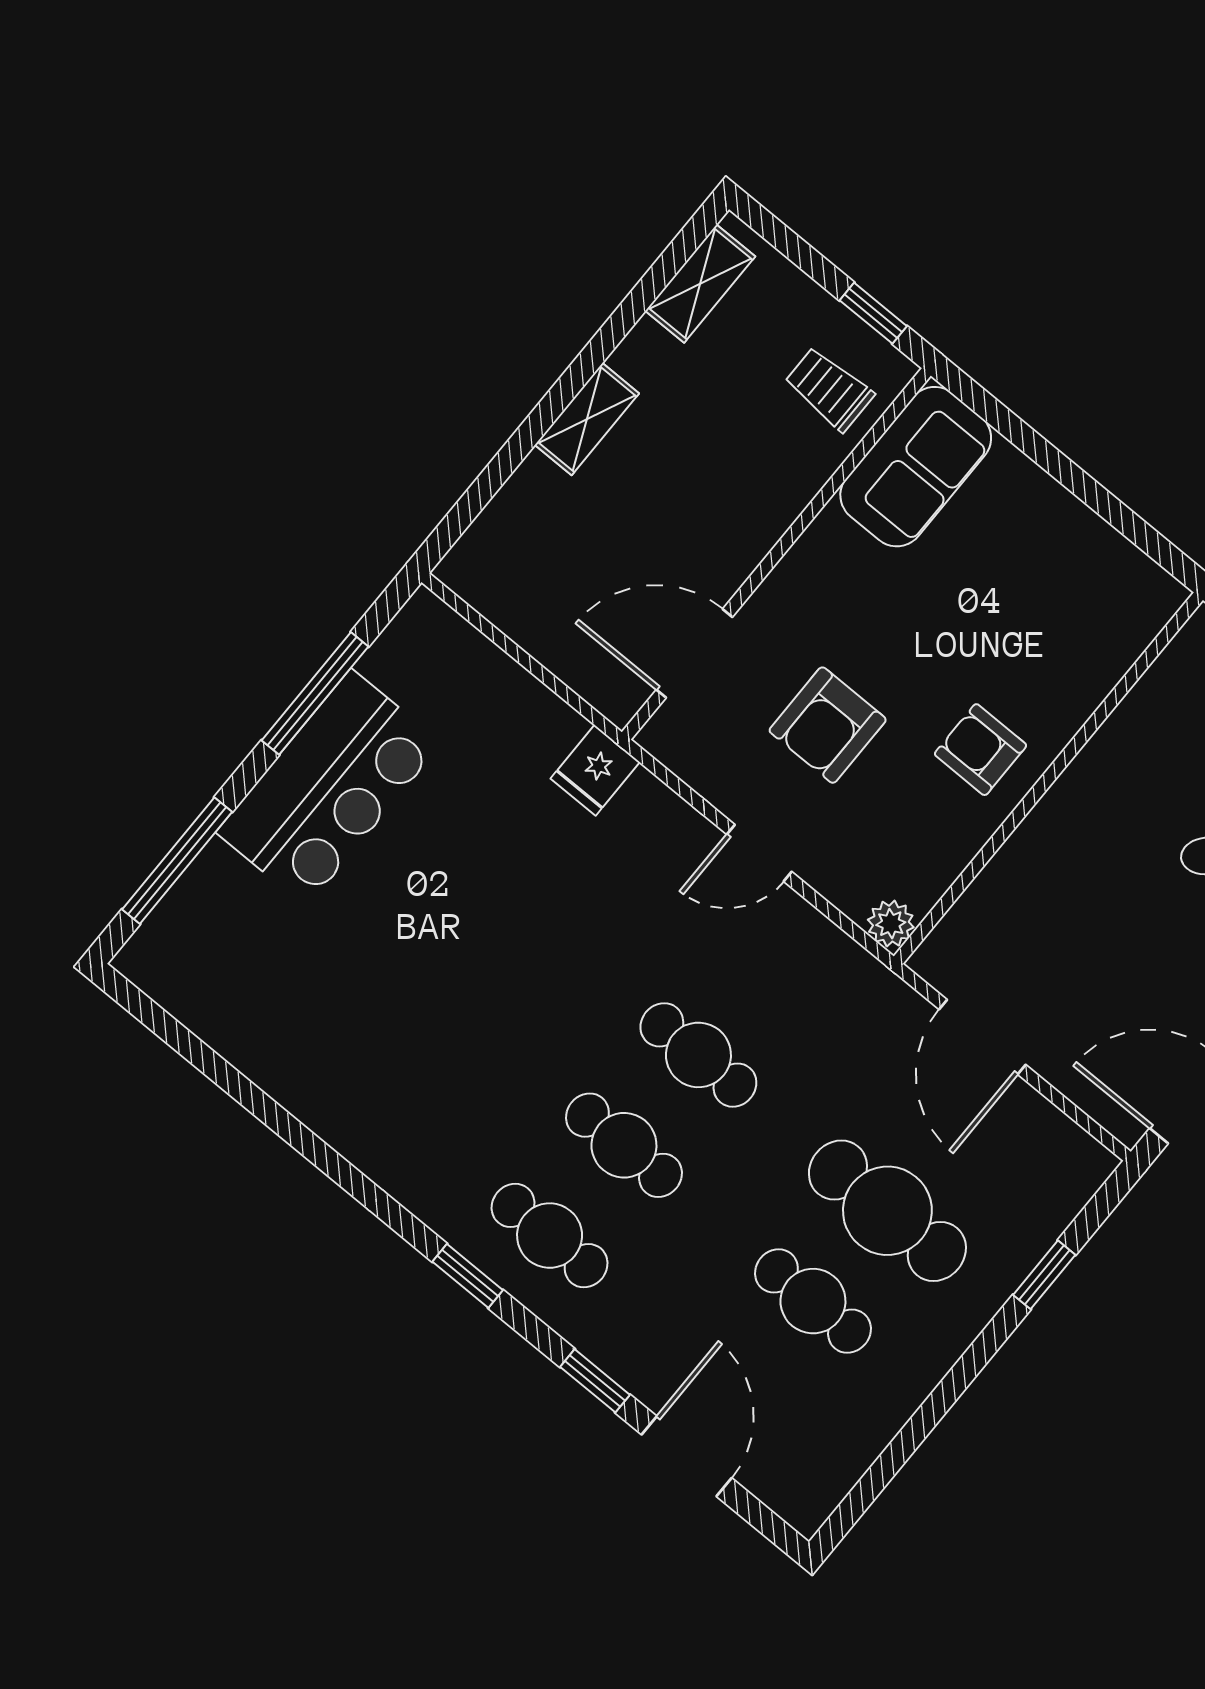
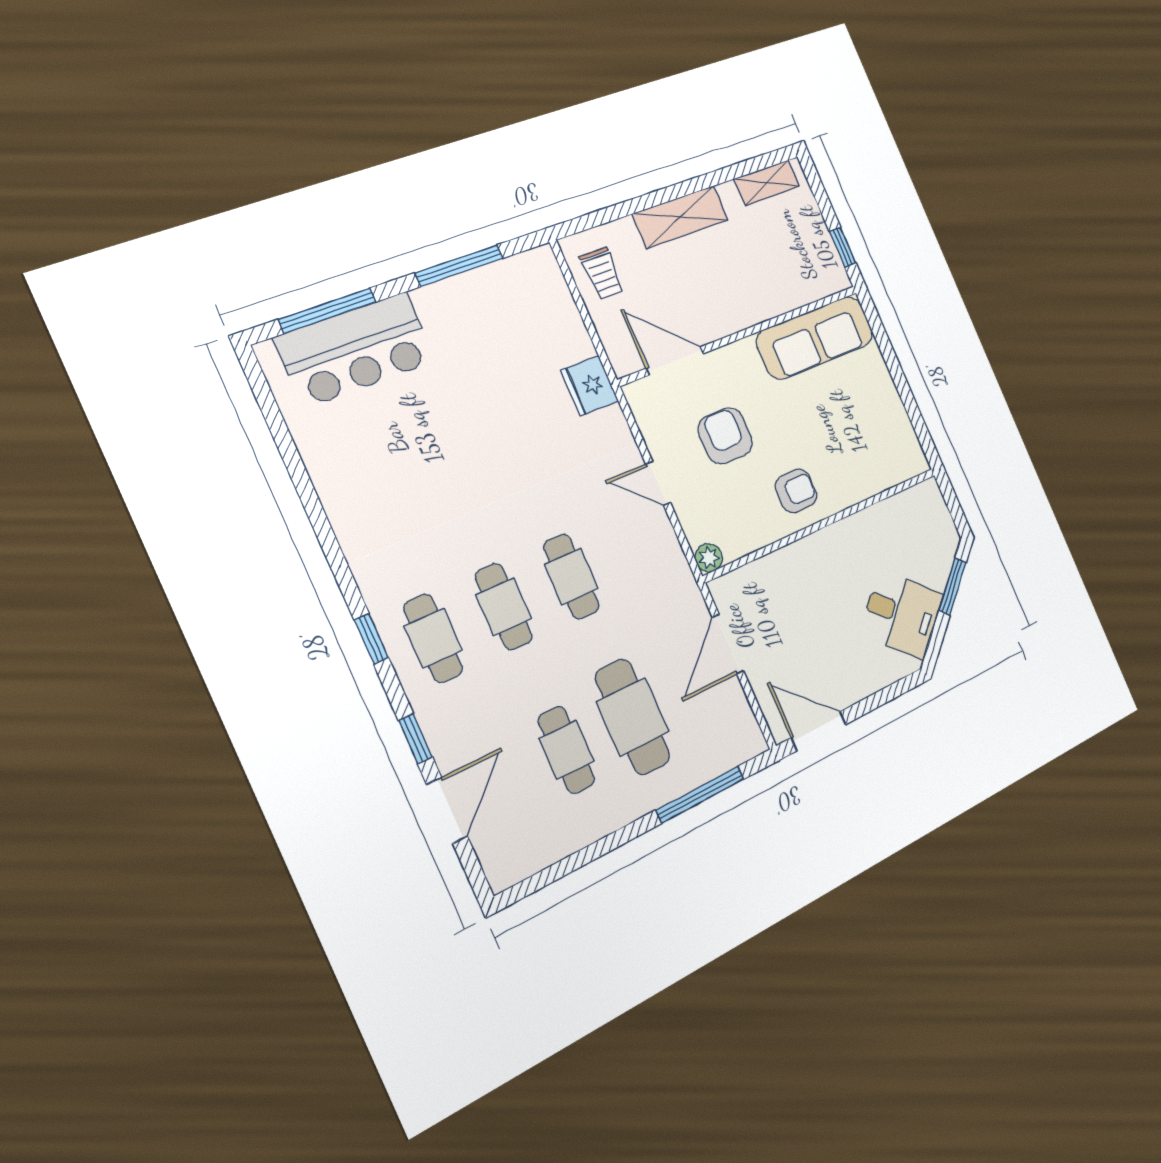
trolley: (829, 389) -> (602, 273), moved, turned 180
shelving: (587, 419) -> (680, 217), width x1.50, depth x1.33
sofa: (916, 467) -> (815, 338), width x1.36
armchair: (828, 725) -> (725, 436), turned 90
armchair: (980, 750) -> (796, 491), turned 90
fridge: (595, 770) -> (590, 386), width x1.38
bar counter: (329, 788) -> (356, 349), moved
window: (1044, 1275) -> (700, 795), width x2.17

